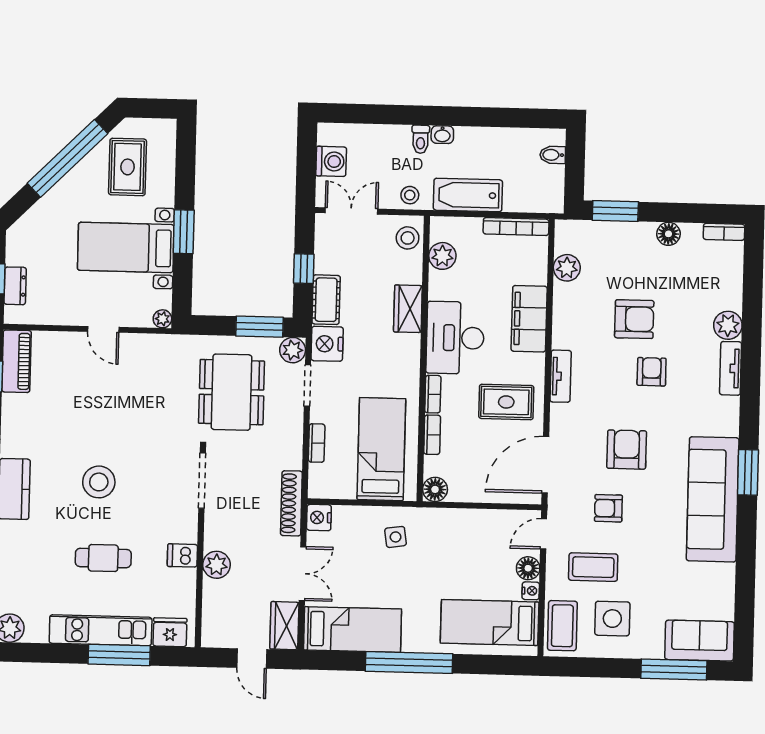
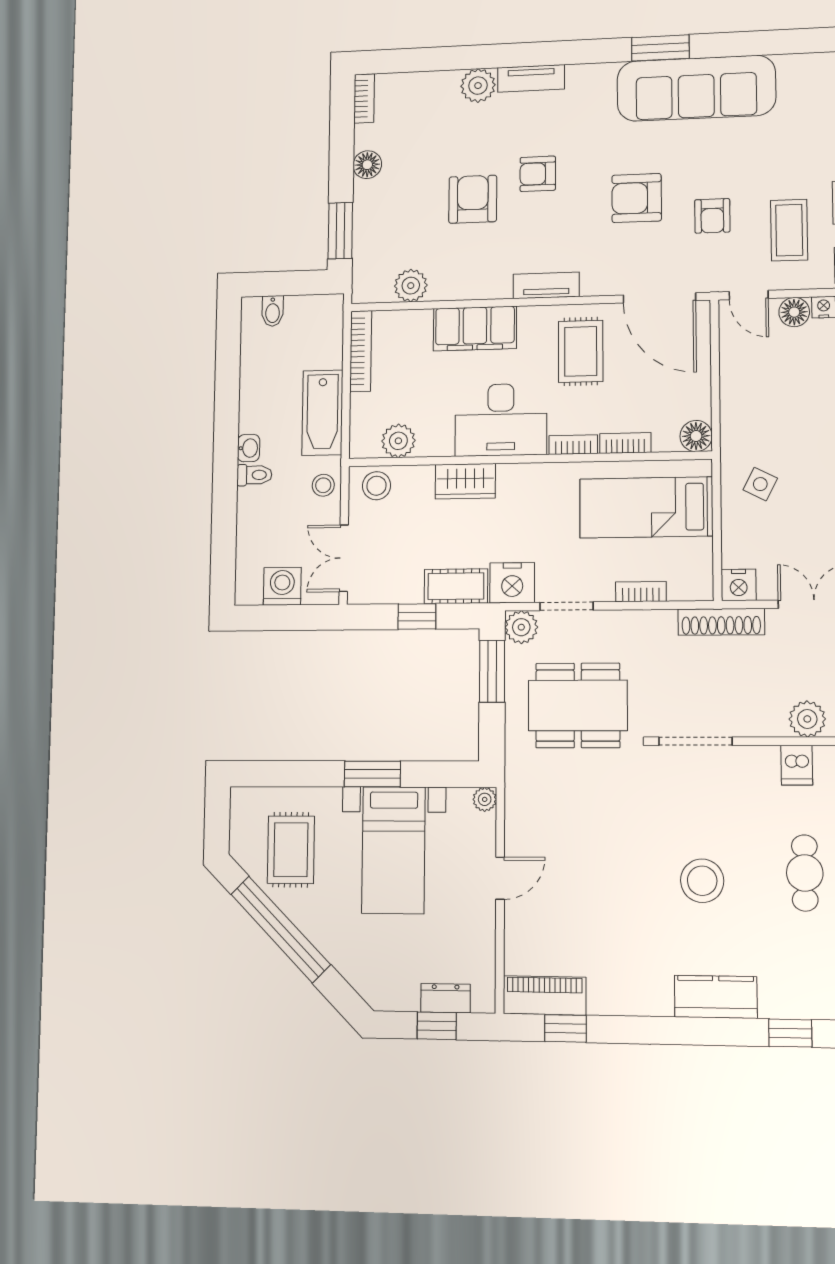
rug: (128, 167) -> (291, 850), turned 90
side table: (396, 537) -> (760, 484), turned 35

